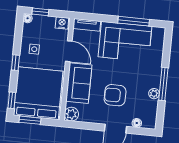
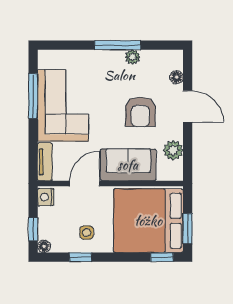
window: (15, 63) -> (81, 257), moved
plant: (71, 114) -> (173, 150), moved

